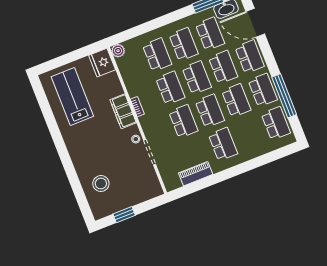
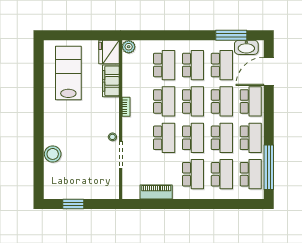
door: (255, 23) -> (269, 71), hinge flipped
window: (284, 96) -> (269, 167), moved
filing cabinet: (123, 111) -> (111, 81), moved
school desk: (249, 134) -> (222, 174), added
stool: (101, 184) -> (53, 154), moved

